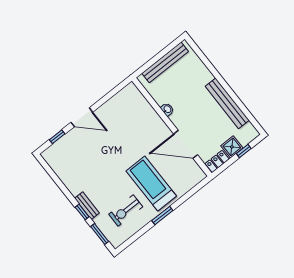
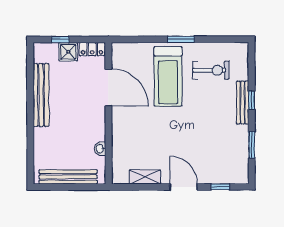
shelving: (113, 103) -> (145, 177), added
washbasin: (167, 109) -> (100, 149), moved
bench: (87, 206) -> (243, 103), width x1.36
window: (100, 234) -> (252, 145), moved

